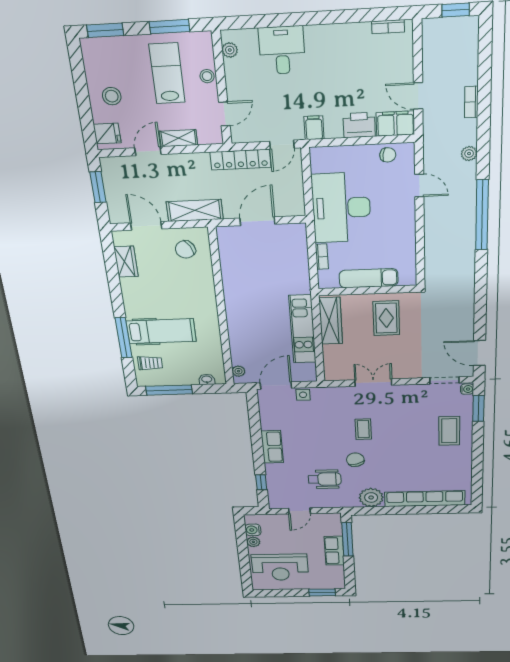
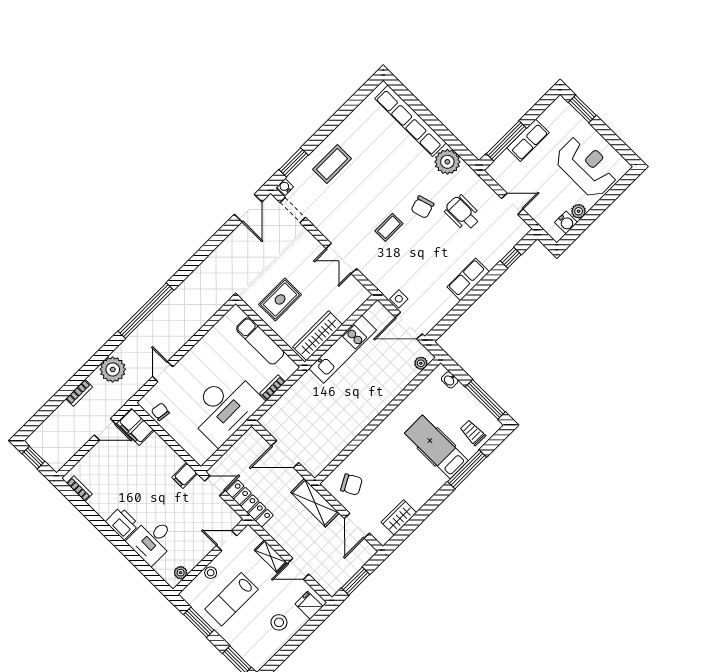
door: (418, 96) -> (105, 429), hinge flipped
printer: (359, 125) -> (122, 523), moved, turned 180
plant: (469, 154) -> (113, 369), width x1.87, depth x1.87

